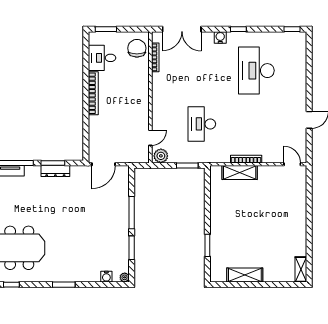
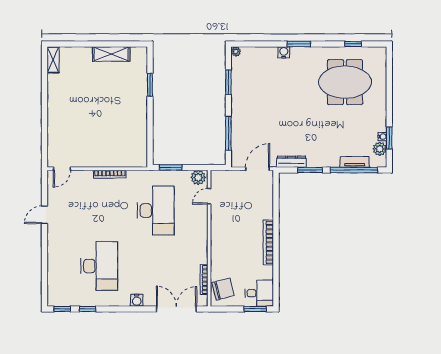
window: (238, 29) -> (88, 309), moved
chair: (137, 48) -> (223, 289), turned -105
desk: (102, 58) -> (259, 293), moved
desk: (202, 124) -> (156, 211), width x1.36, depth x1.30
door: (292, 164) -> (62, 169), hinge flipped
dresser: (55, 171) -> (291, 162), moved
shelving: (240, 173) -> (116, 160), removed
window: (132, 213) -> (228, 133), moved
water cooler: (106, 277) -> (284, 52), moved

